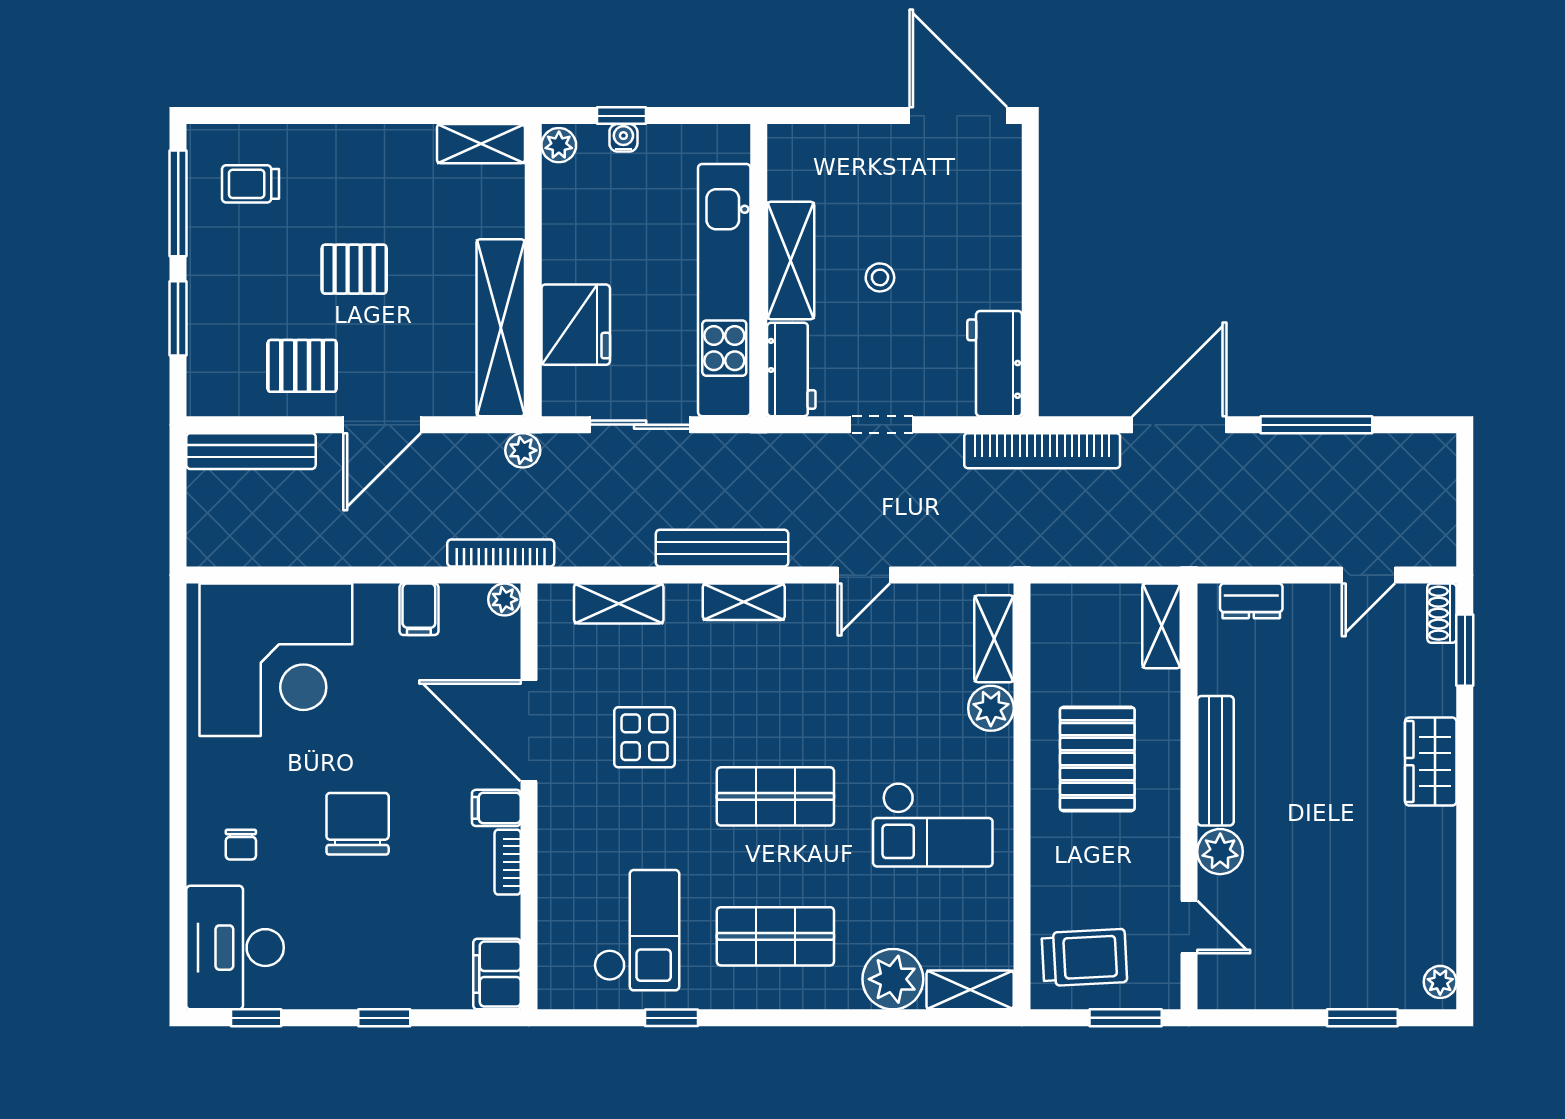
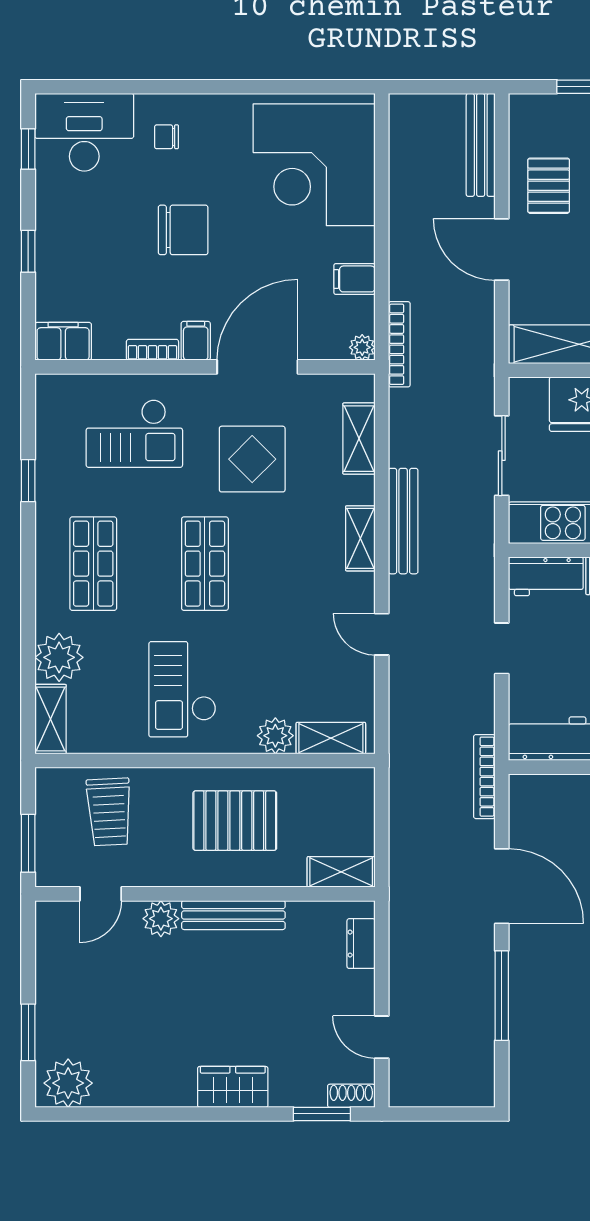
plant: (523, 450) -> (481, 362), removed
bookcase: (1042, 451) -> (484, 777), width x0.68, depth x0.76
display table: (644, 737) -> (252, 459), width x1.36, depth x1.36
checkout: (637, 930) -> (134, 433), moved
trolley: (1084, 957) -> (109, 812), moved
plant: (1440, 982) -> (68, 1083), width x1.87, depth x1.87

